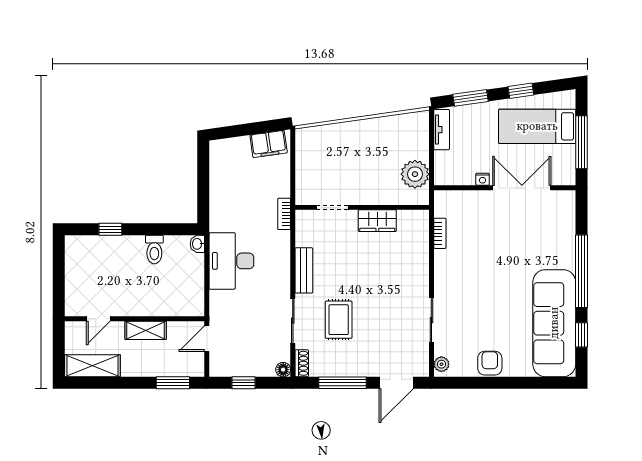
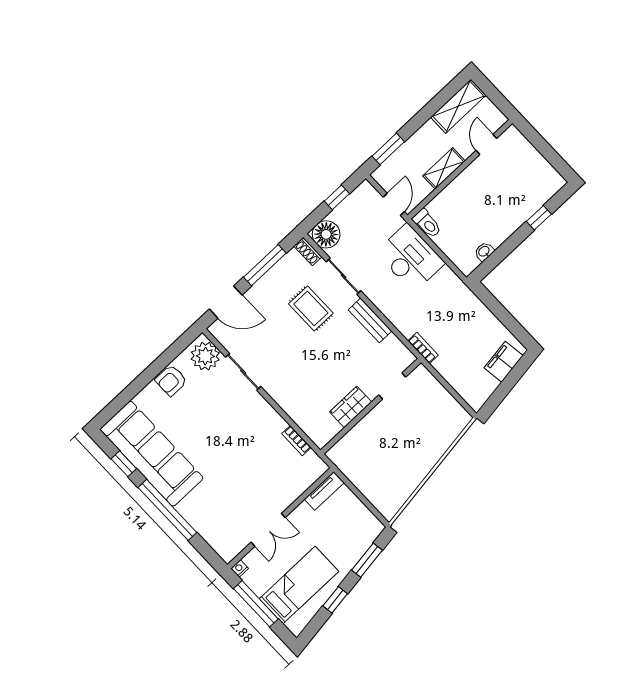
tv unit: (442, 130) -> (324, 491), moved, turned -90
filing cabinet: (269, 144) -> (504, 362), moved
plant: (415, 174) -> (355, 467), removed
nightstand: (483, 179) -> (240, 568), moved
double door: (522, 188) -> (268, 530), width x0.73
washbasin: (197, 244) -> (484, 252), moved, turned -90
toilet: (154, 249) -> (427, 223), moved, turned 180
desk: (231, 261) -> (410, 258), moved
armchair: (490, 363) -> (171, 380), turned 90
plant: (441, 364) -> (205, 356), width x1.87, depth x1.87
floor lamp: (283, 370) -> (326, 234), width x1.89, depth x1.89
door: (396, 383) -> (226, 302), swing flipped

